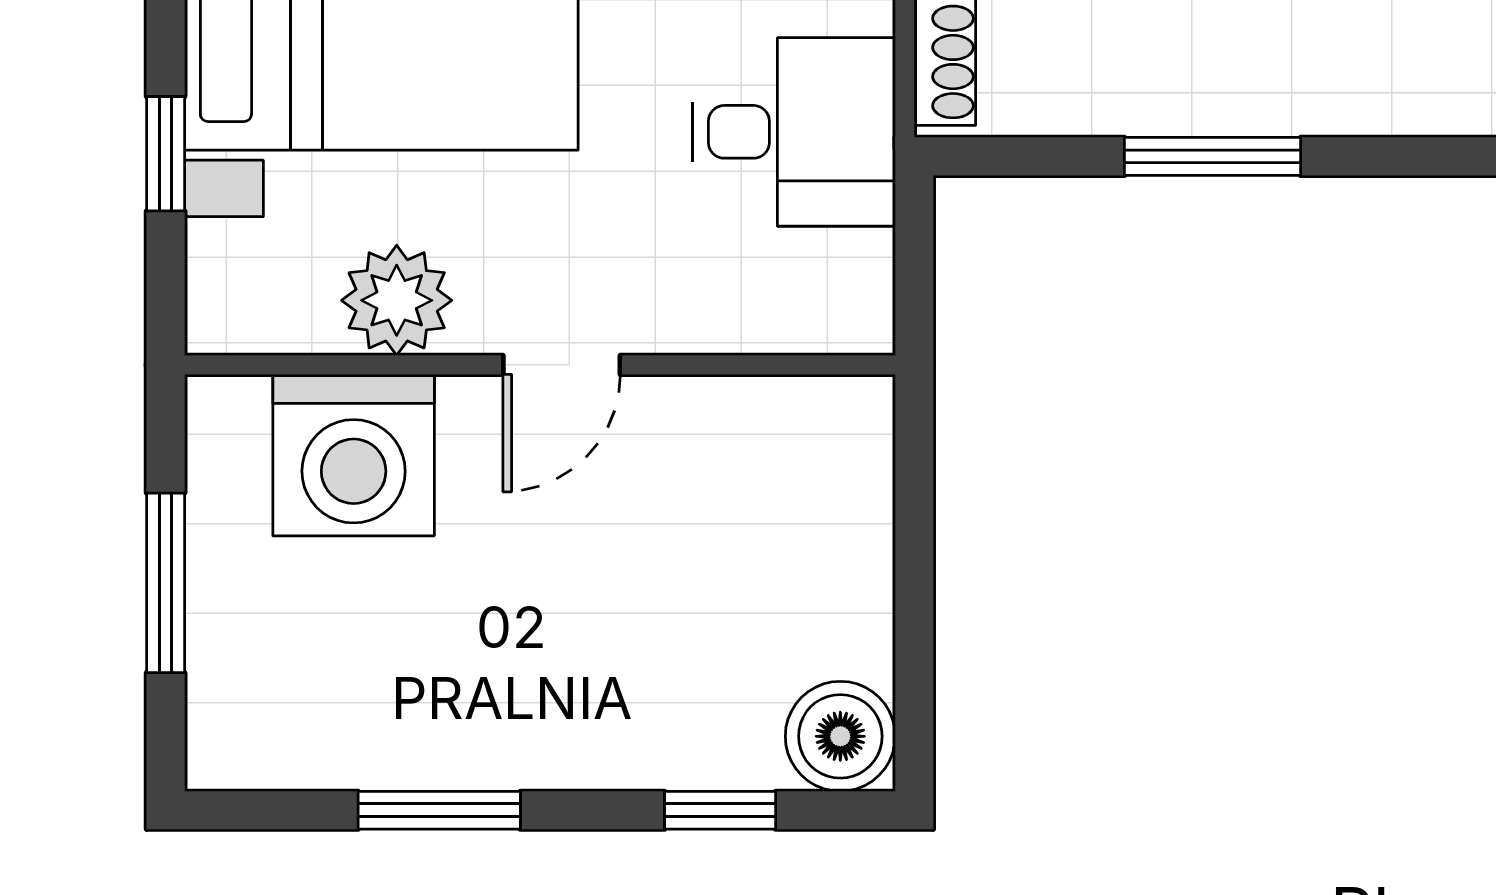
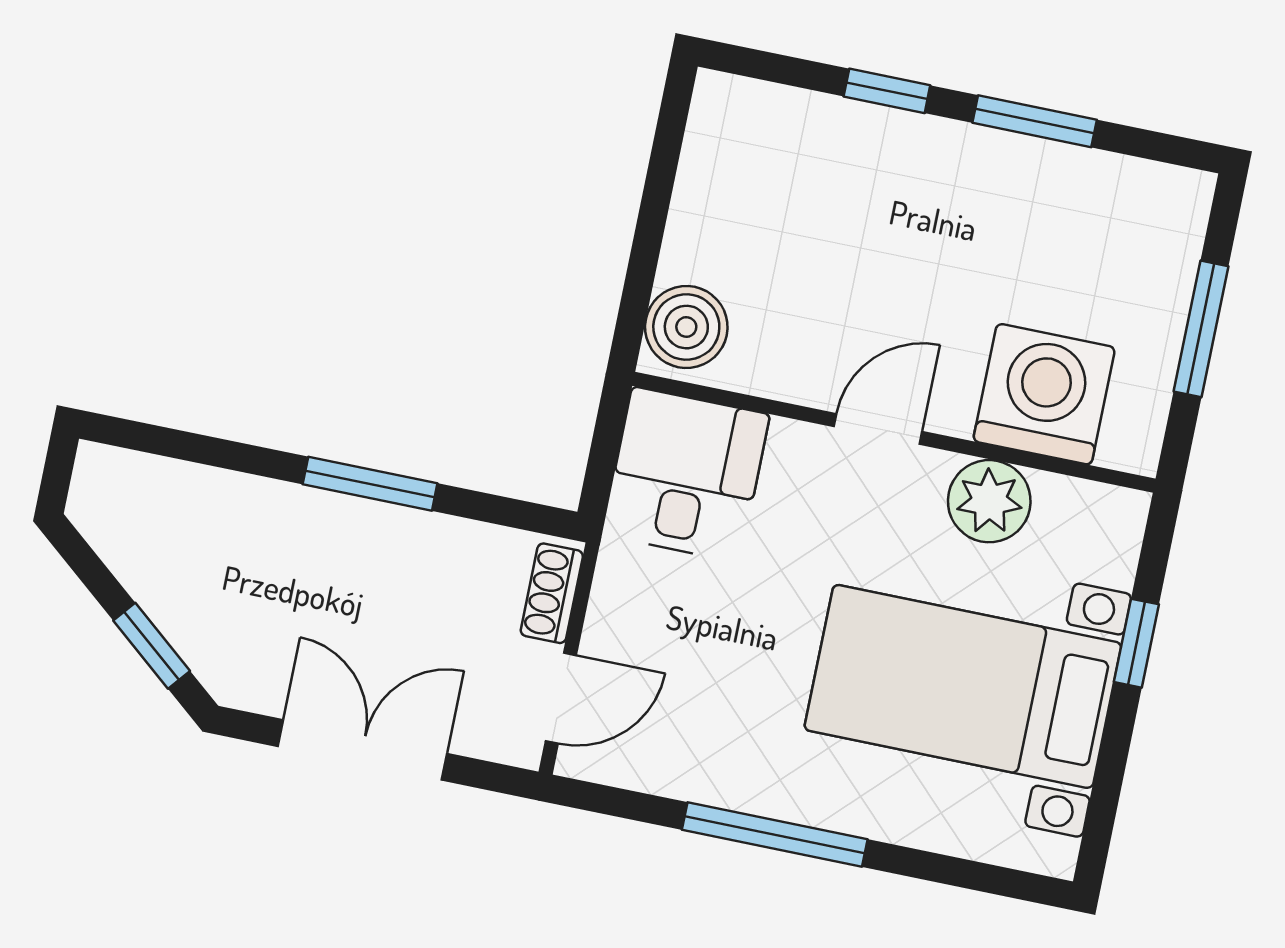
desk: (794, 132) -> (686, 474), moved, turned 90
boiler: (840, 736) -> (686, 327), moved
window: (720, 810) -> (887, 91), moved

